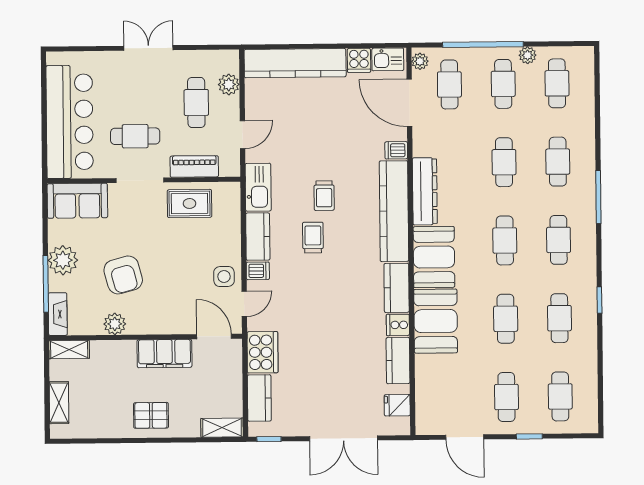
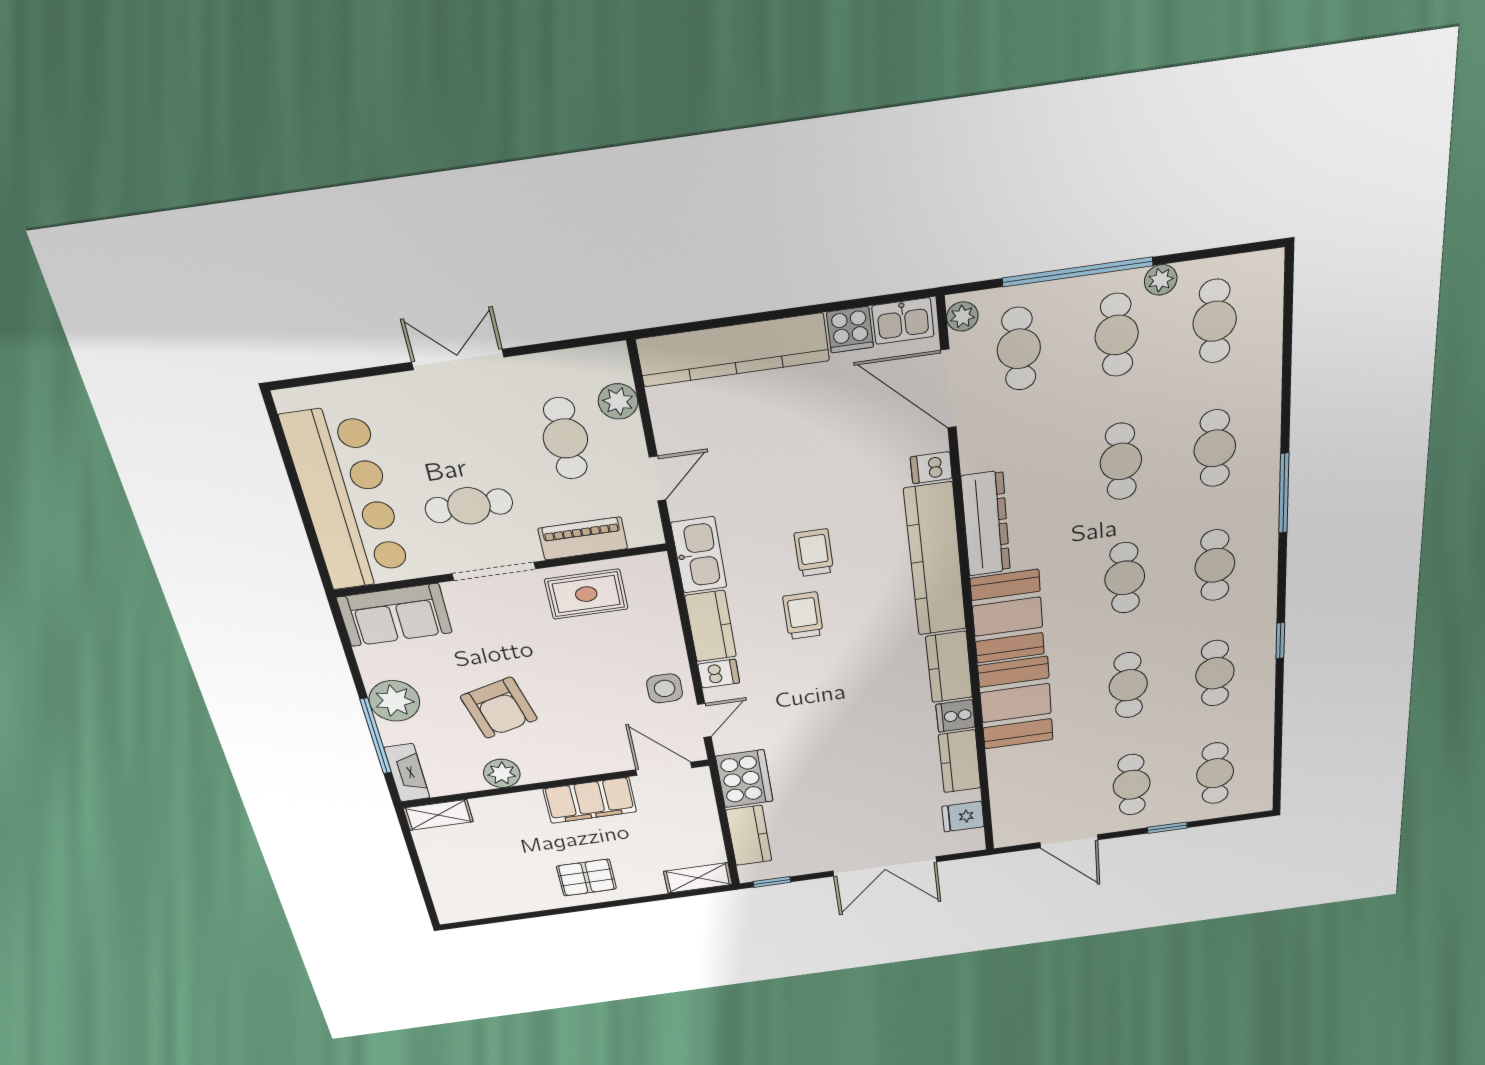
trolley: (324, 196) -> (814, 553), turned 180
shelving: (59, 403) -> (441, 881), removed

